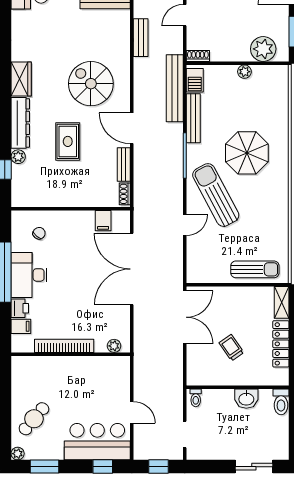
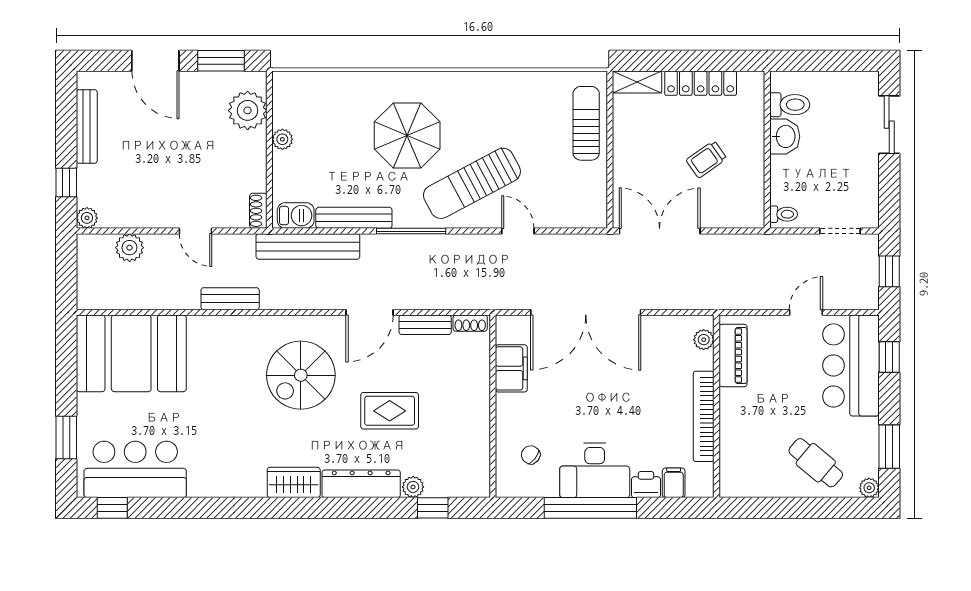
filing cabinet: (103, 221) -> (511, 368), width x2.00
piano: (104, 365) -> (733, 356), added
toilet: (281, 402) -> (790, 105), moved

